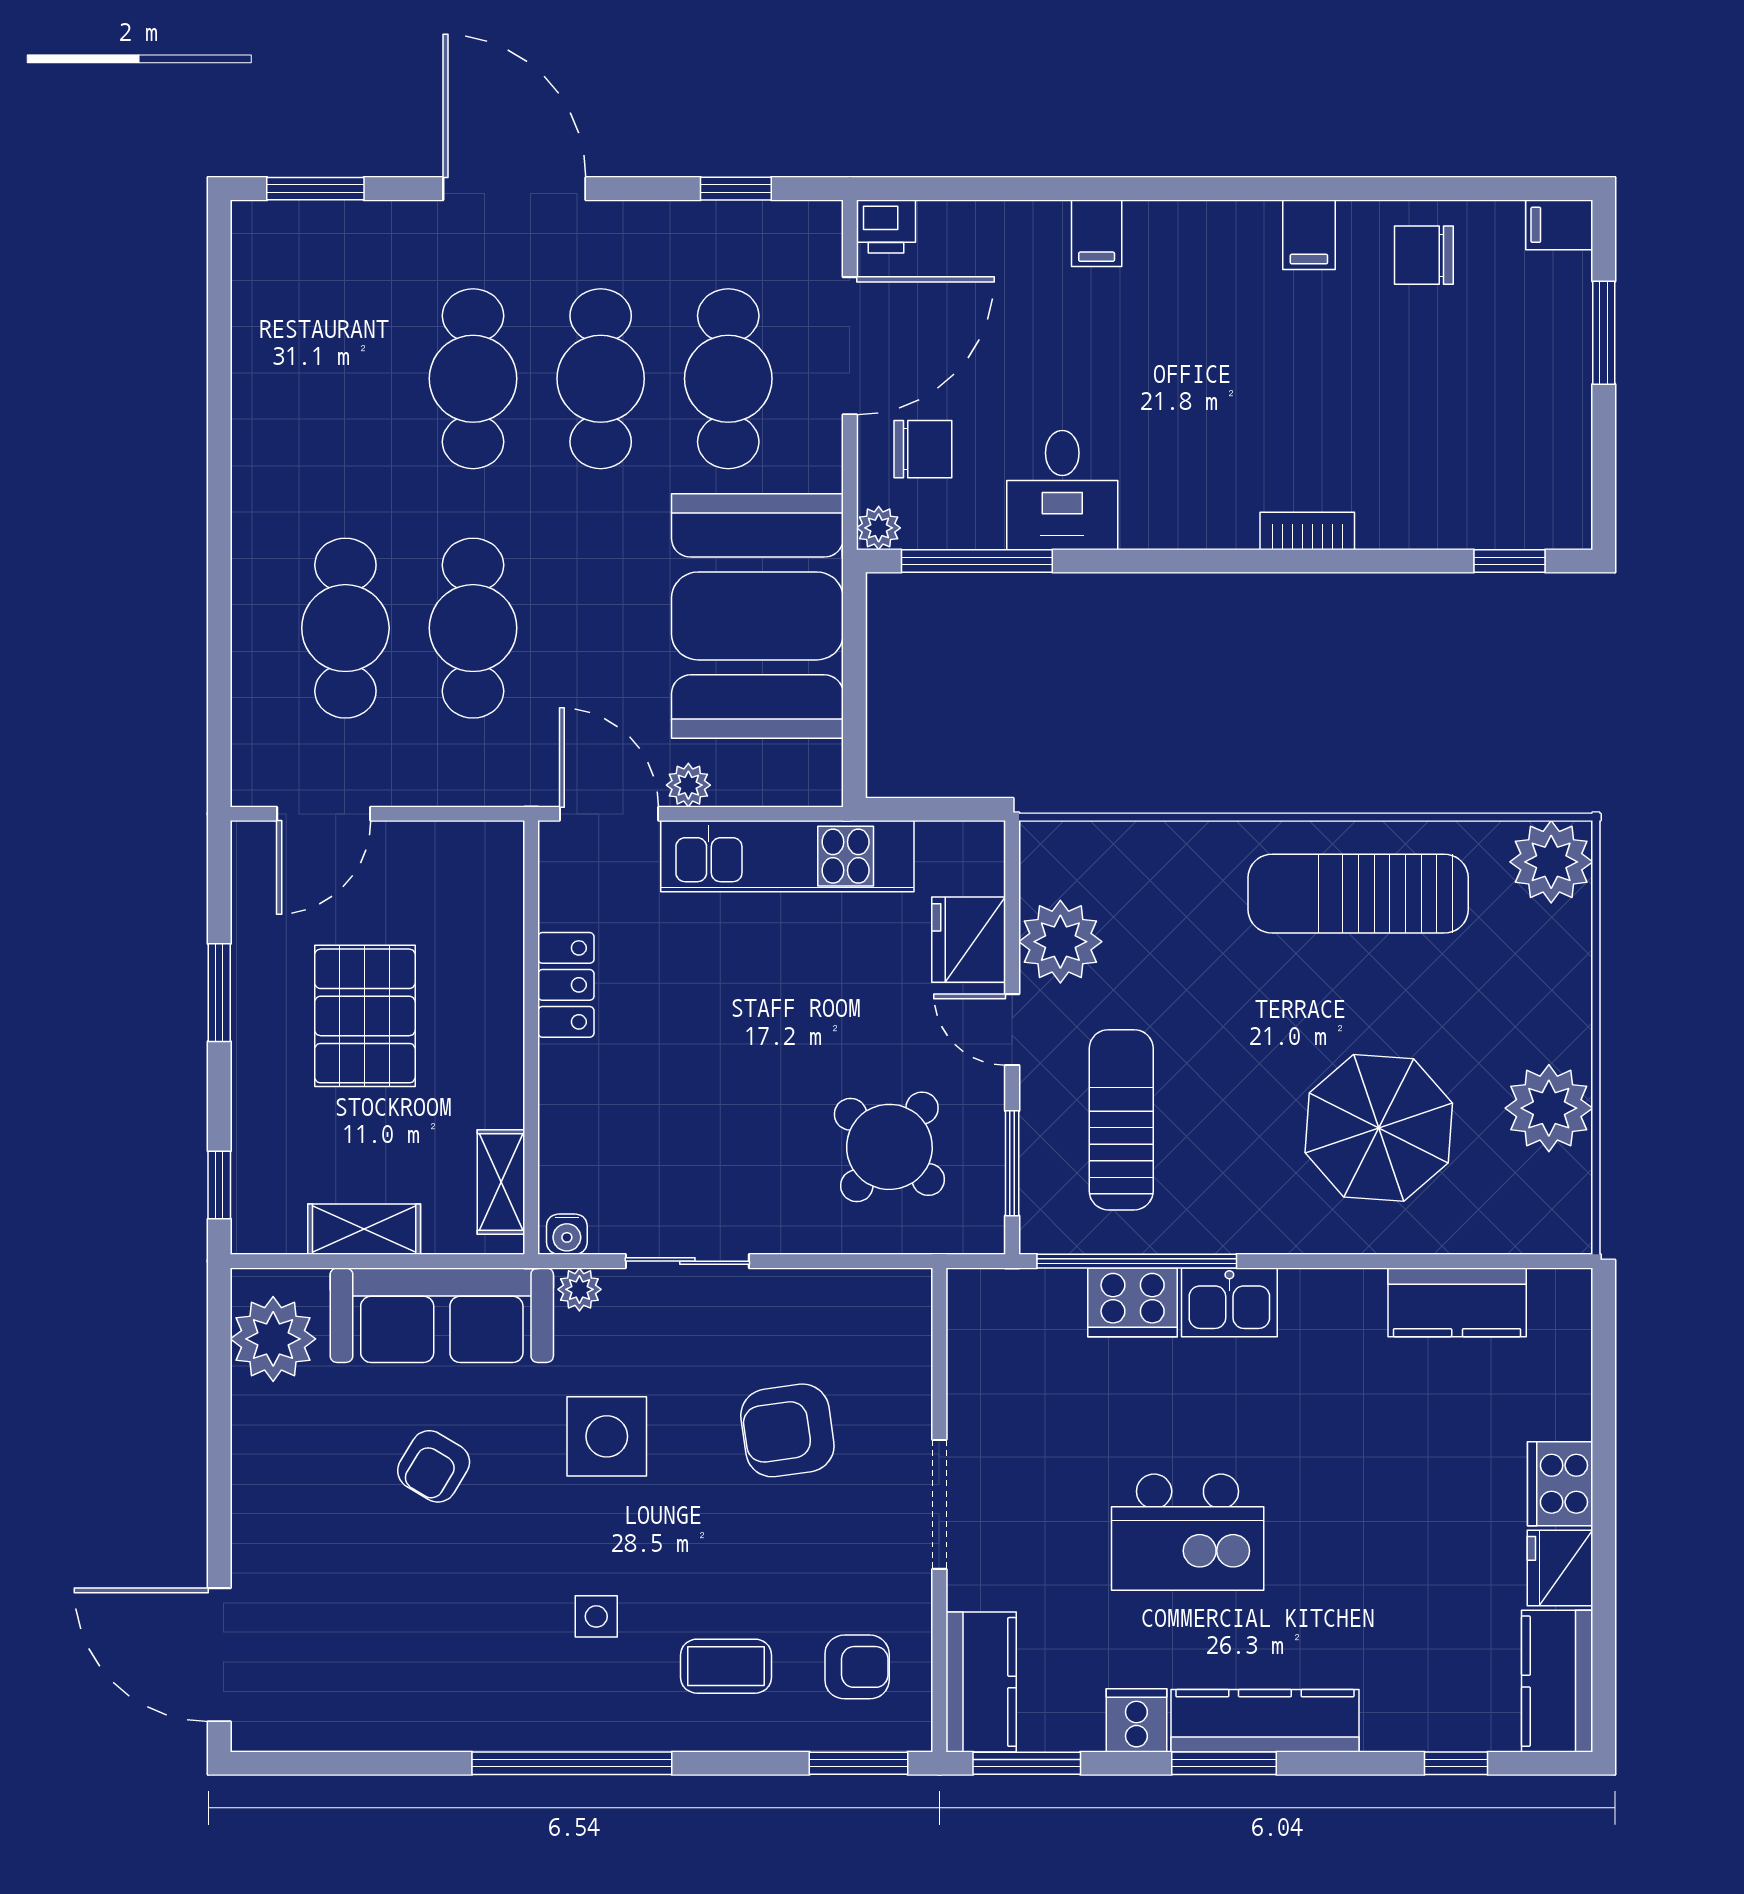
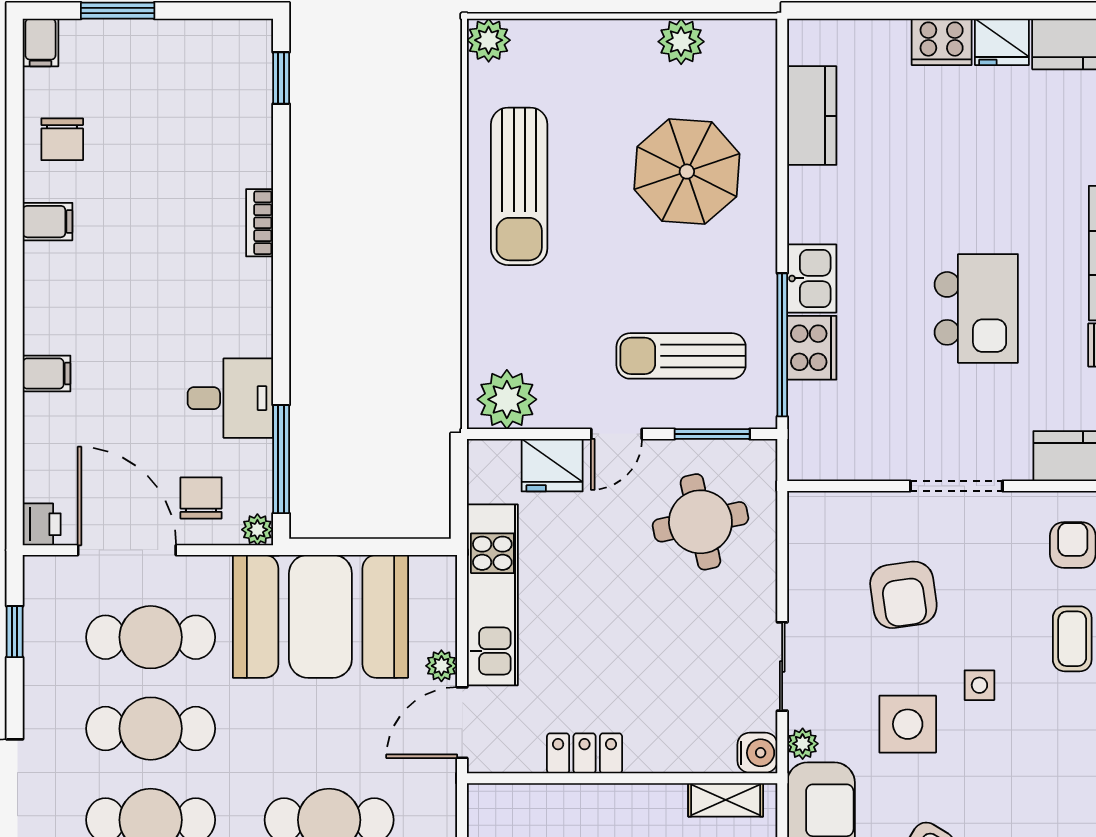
plant: (1551, 862) -> (489, 40), width x0.73, depth x0.73
plant: (1060, 942) -> (507, 399), moved
plant: (1549, 1108) -> (681, 42), width x0.73, depth x0.73
round table: (889, 1147) -> (700, 522), turned 38
water cooler: (567, 1234) -> (757, 753), width x1.38, depth x1.38
side table: (596, 1616) -> (979, 685), moved

